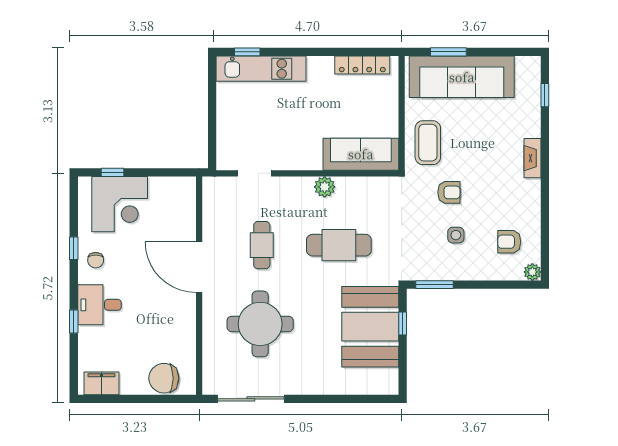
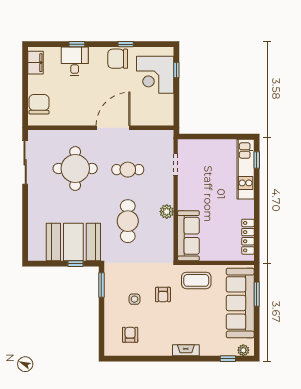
chair: (96, 260) -> (118, 59), width x1.87, depth x1.87
plant: (532, 272) -> (243, 350), moved
desk: (99, 305) -> (75, 61), moved

